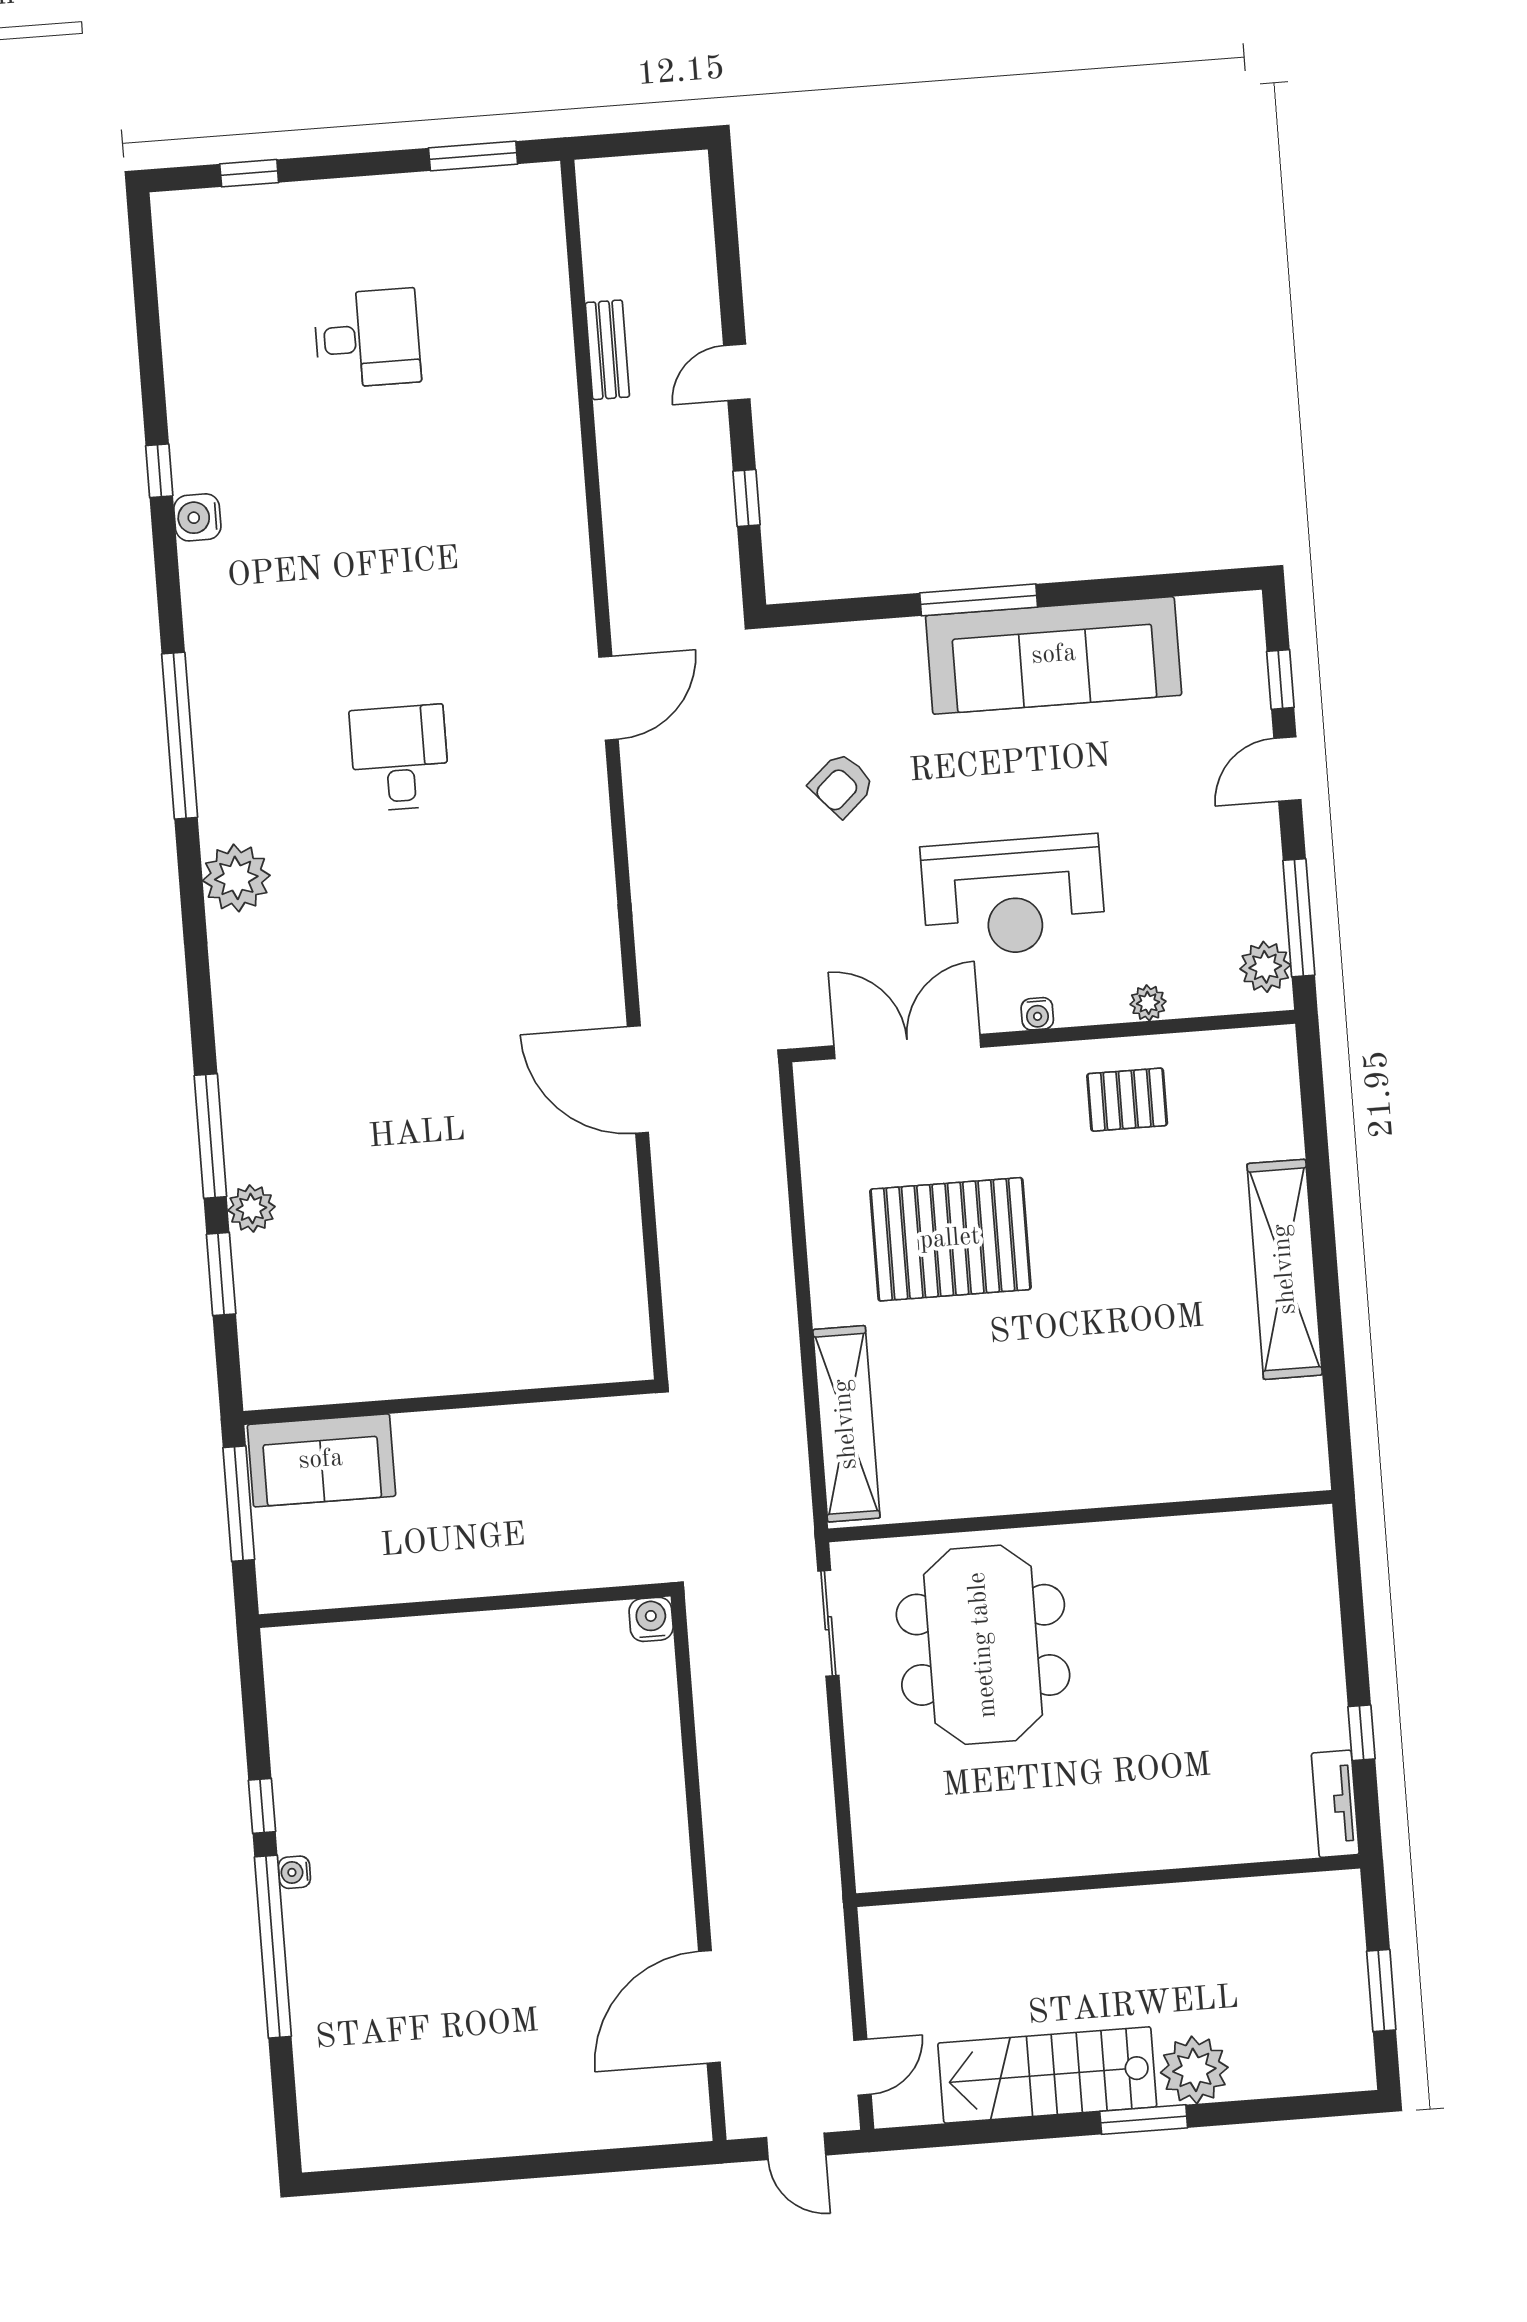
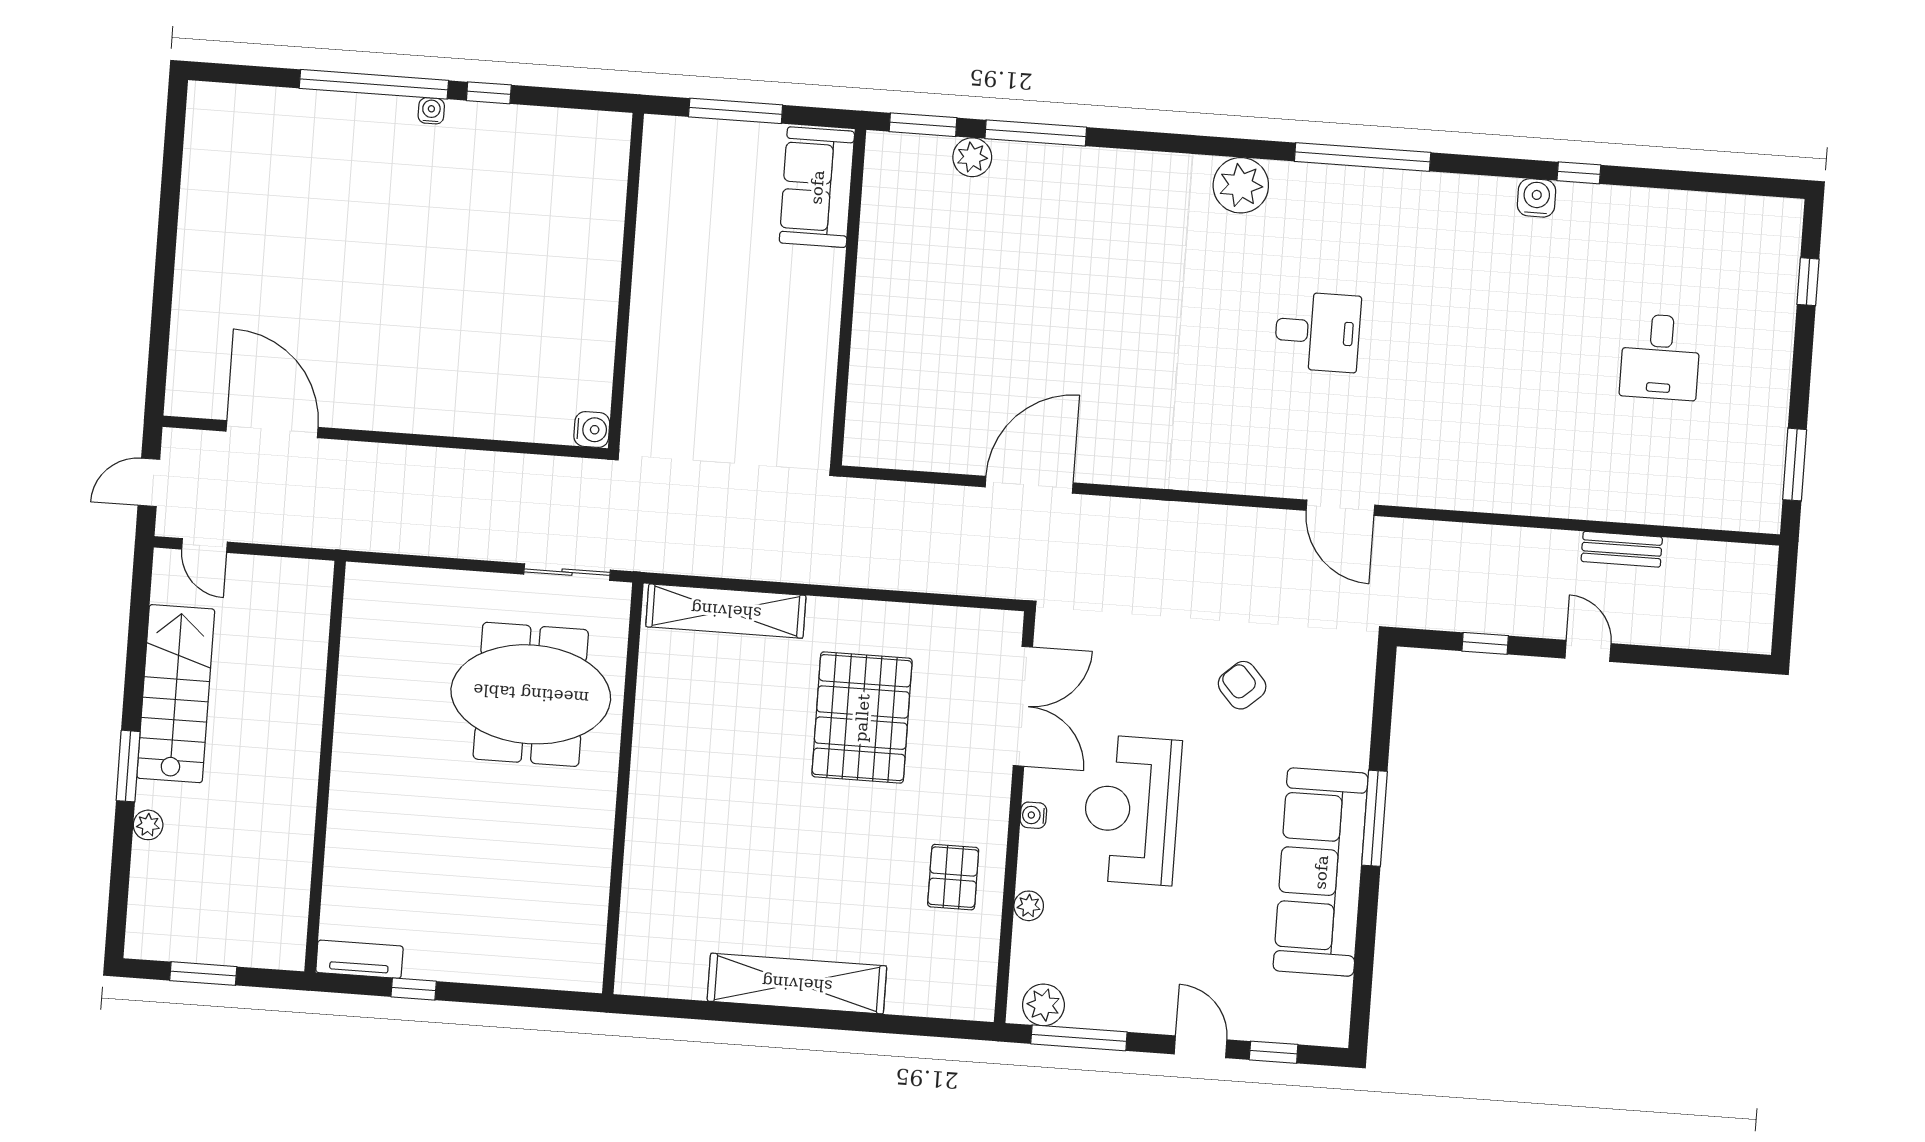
wall: (449, 1402) -> (848, 297), moved
sofa: (321, 1460) -> (817, 187), moved
plant: (1194, 2070) -> (148, 825), width x0.53, depth x0.53

